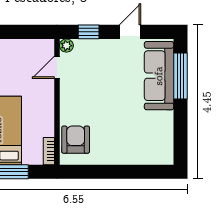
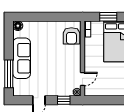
sofa: (159, 76) -> (22, 58), moved
floor lamp: (165, 157) -> (18, 26), added

